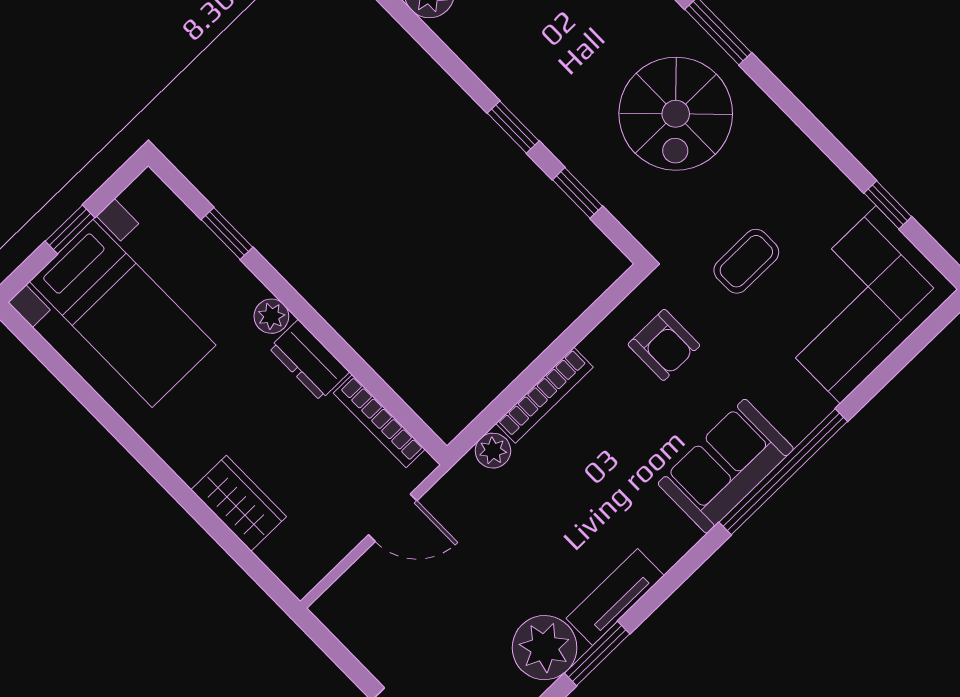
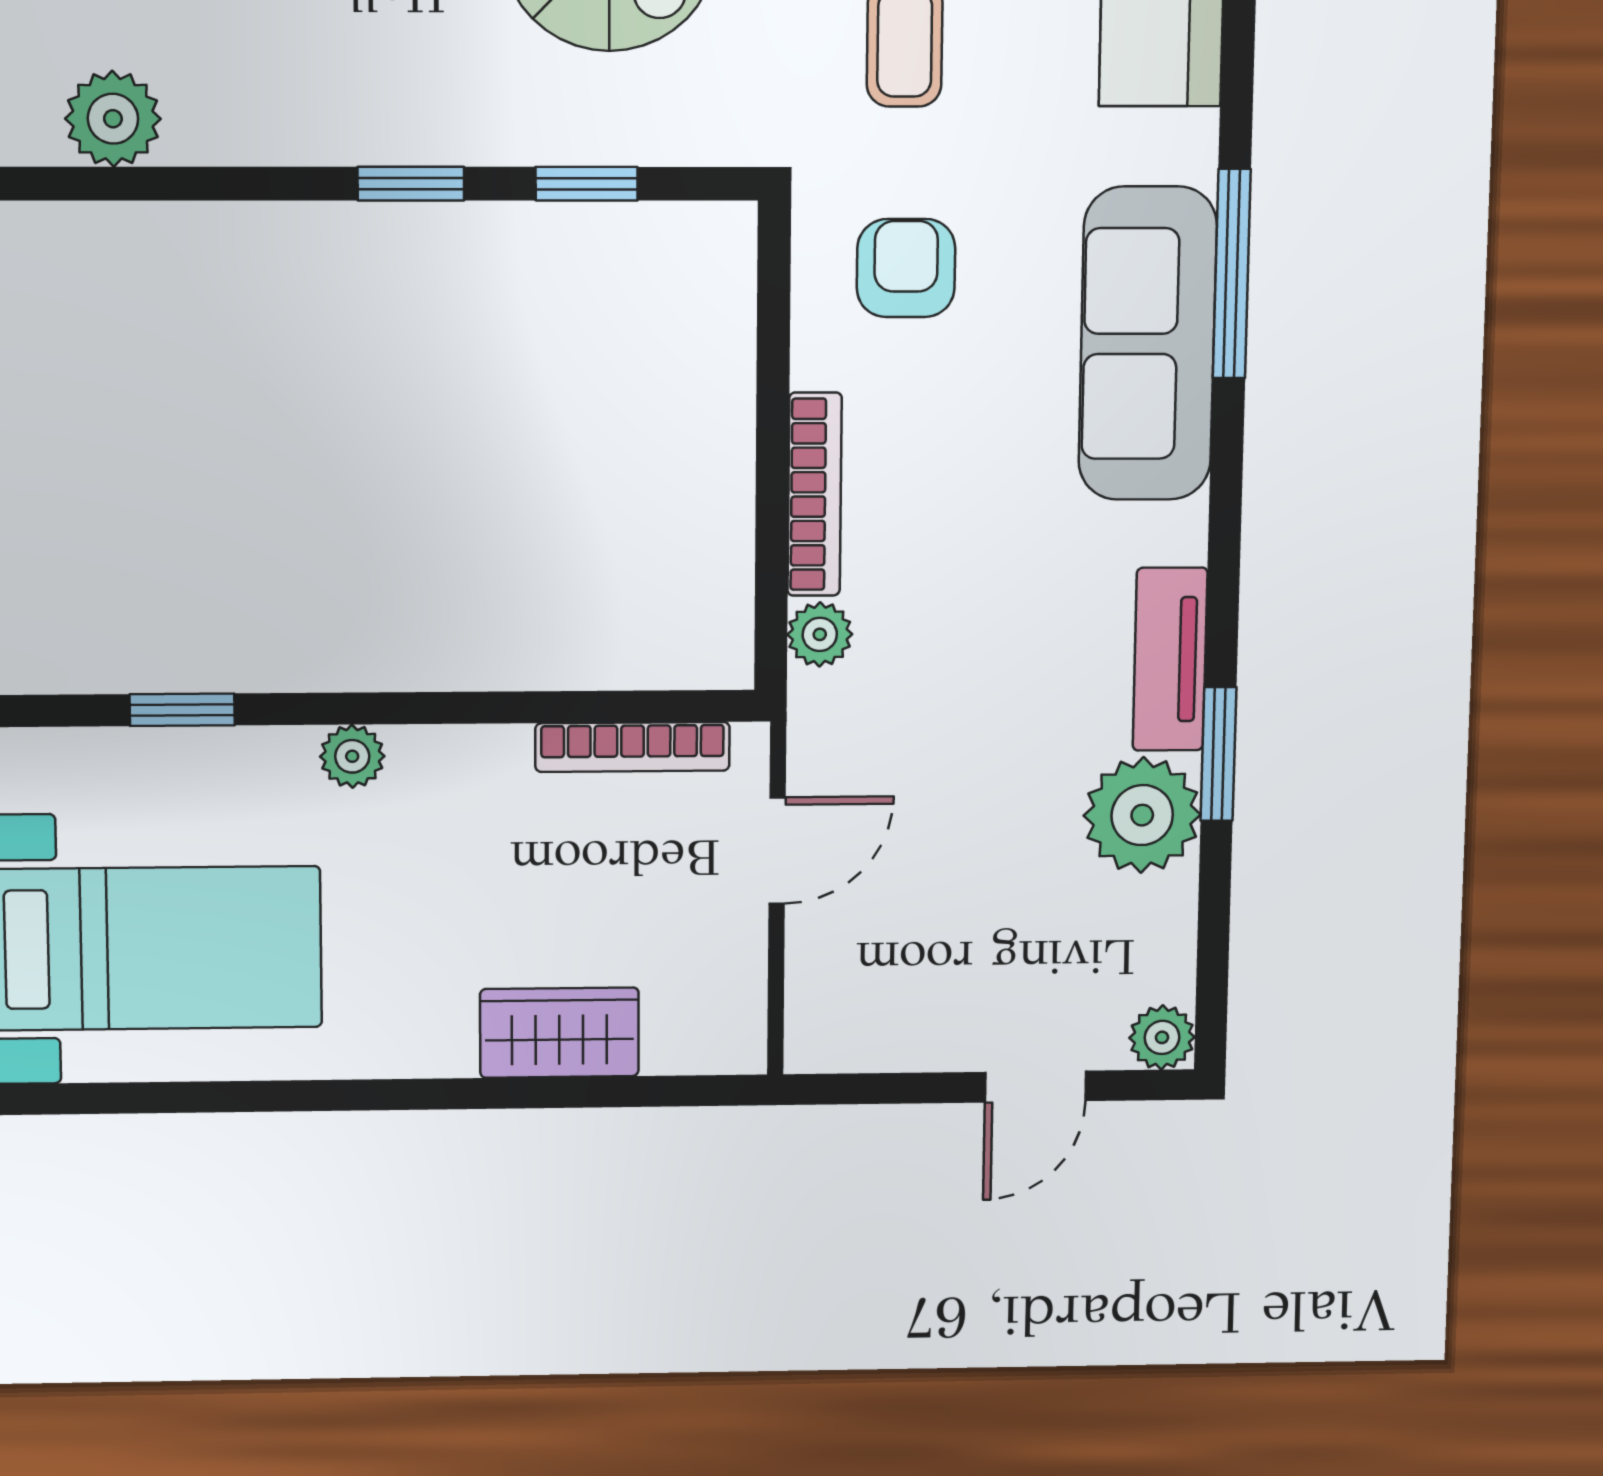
armchair: (664, 345) -> (906, 268), turned -90
dresser: (309, 360) -> (460, 762), removed
sofa: (726, 466) -> (1148, 344), width x1.36
window: (783, 472) -> (1232, 274), width x0.68

